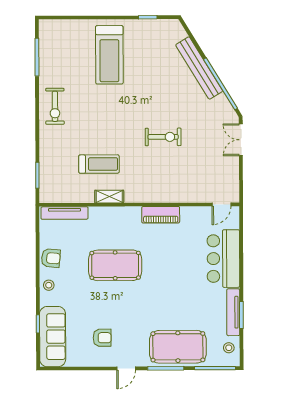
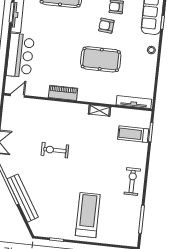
treadmill: (99, 164) -> (133, 134), moved
armchair: (51, 258) -> (106, 26), moved

